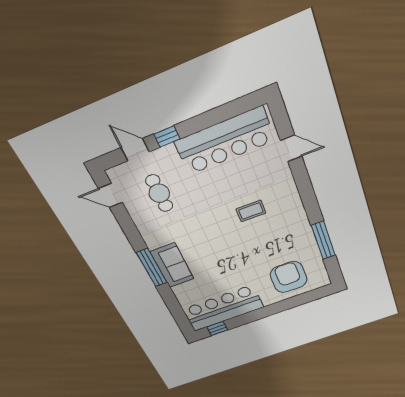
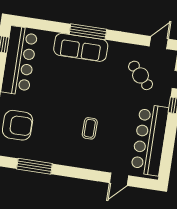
cafe table: (159, 193) -> (141, 75), turned 46
sofa: (172, 265) -> (81, 47), width x1.36

